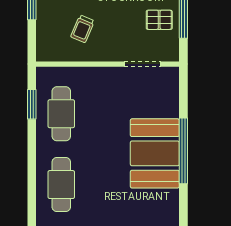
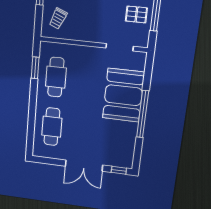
trolley: (83, 29) -> (58, 18), moved
booth: (155, 153) -> (123, 95), moved

